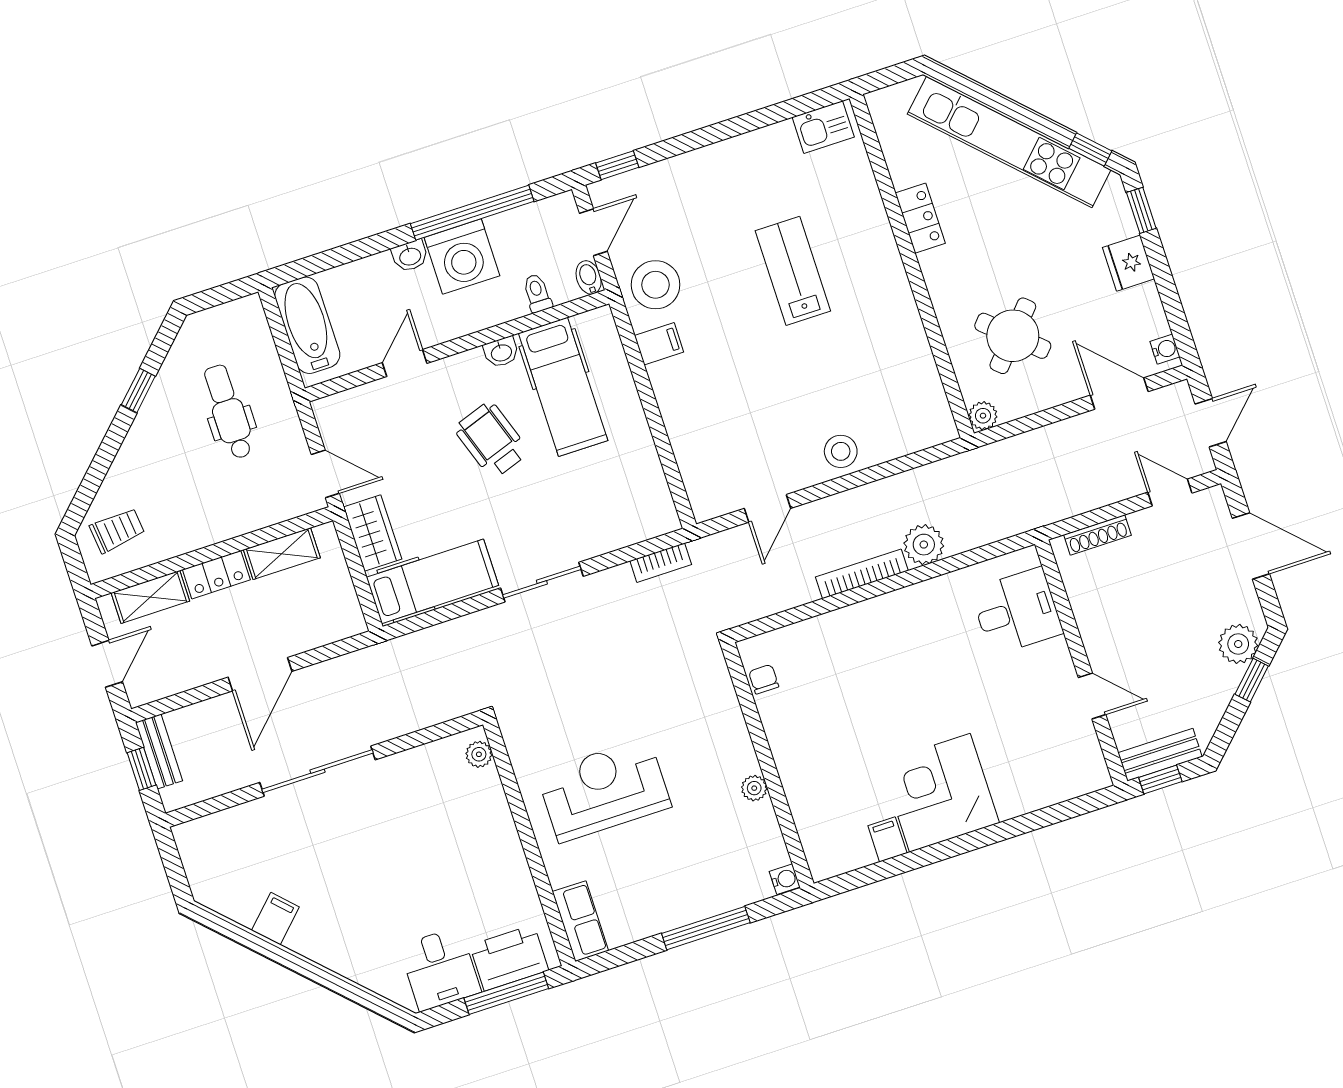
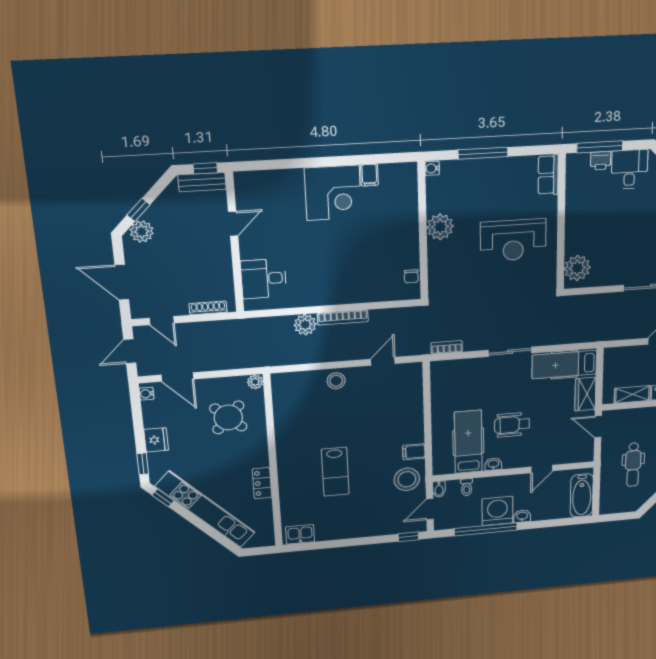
wheelchair: (491, 440) -> (512, 425), turned 109
door: (1092, 696) -> (233, 224), swing flipped
plant: (479, 754) -> (577, 268), width x1.88, depth x1.88
plant: (754, 788) -> (440, 227), width x1.88, depth x1.88
printer: (509, 958) -> (601, 161), width x0.53, depth x0.68

